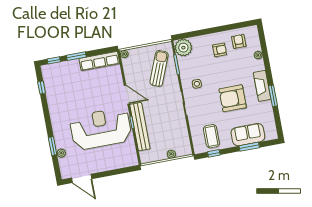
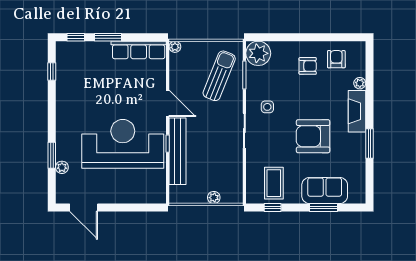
fireplace: (262, 86) -> (357, 111), moved

